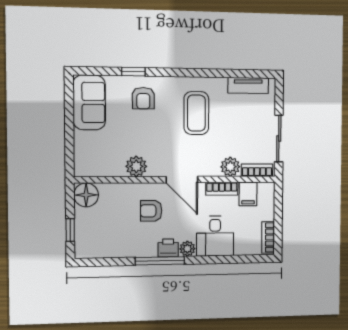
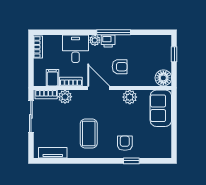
sofa: (89, 102) -> (161, 108), moved

